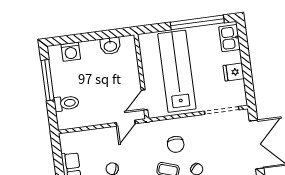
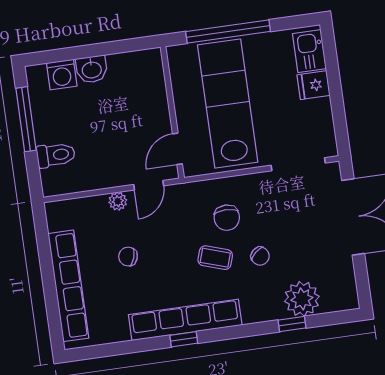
window: (197, 22) -> (228, 31), moved
washbasin: (110, 46) -> (92, 69), moved
fridge: (234, 72) -> (314, 85), moved
plant: (106, 133) -> (118, 201), added

